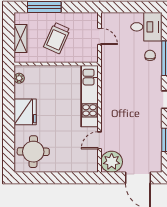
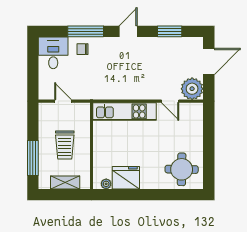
door: (99, 36) -> (63, 101), hinge flipped
trolley: (57, 38) -> (65, 145), turned 66
fridge: (25, 112) -> (126, 178), moved

